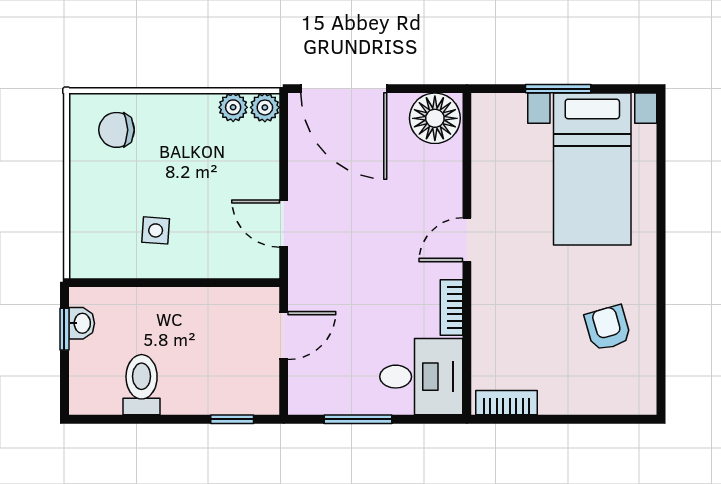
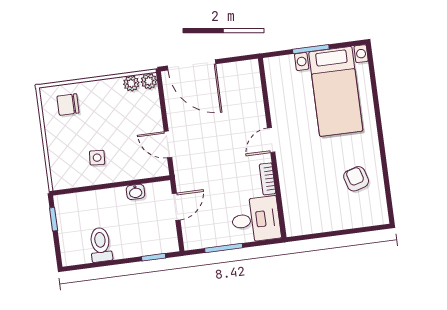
floor lamp: (435, 118) -> (244, 75), removed
washbasin: (82, 323) -> (136, 192), moved, turned 90
bookcase: (507, 403) -> (305, 228), removed

